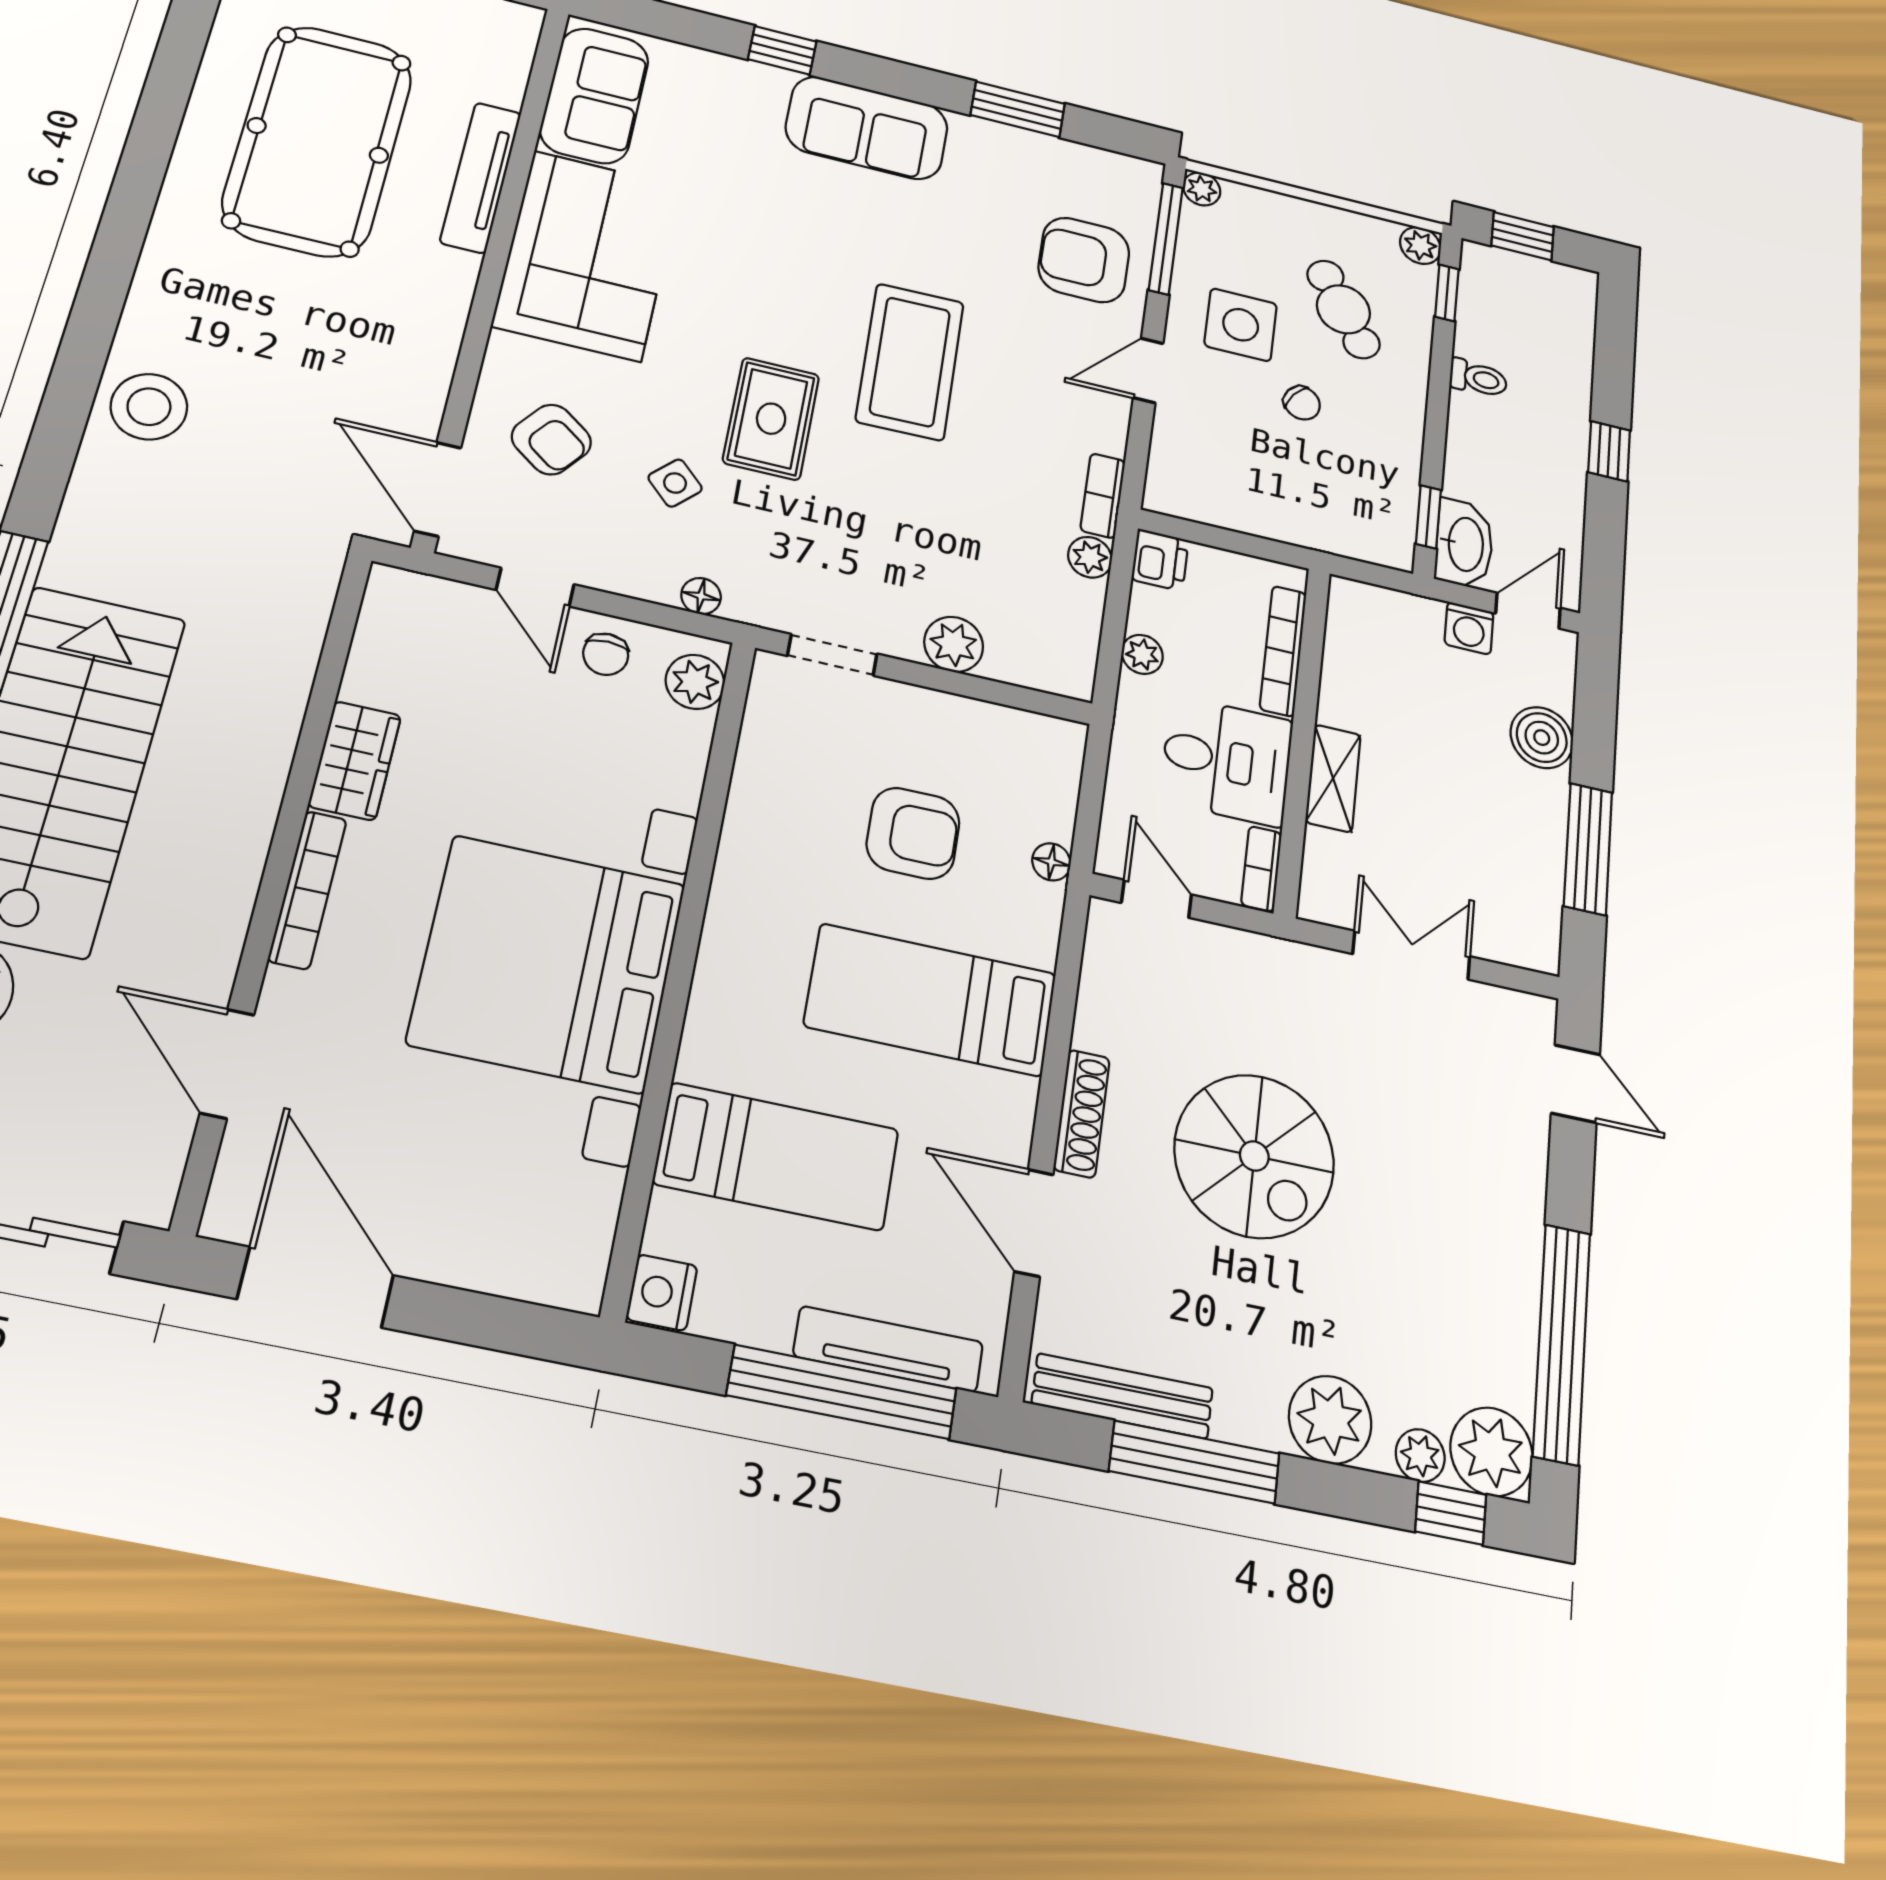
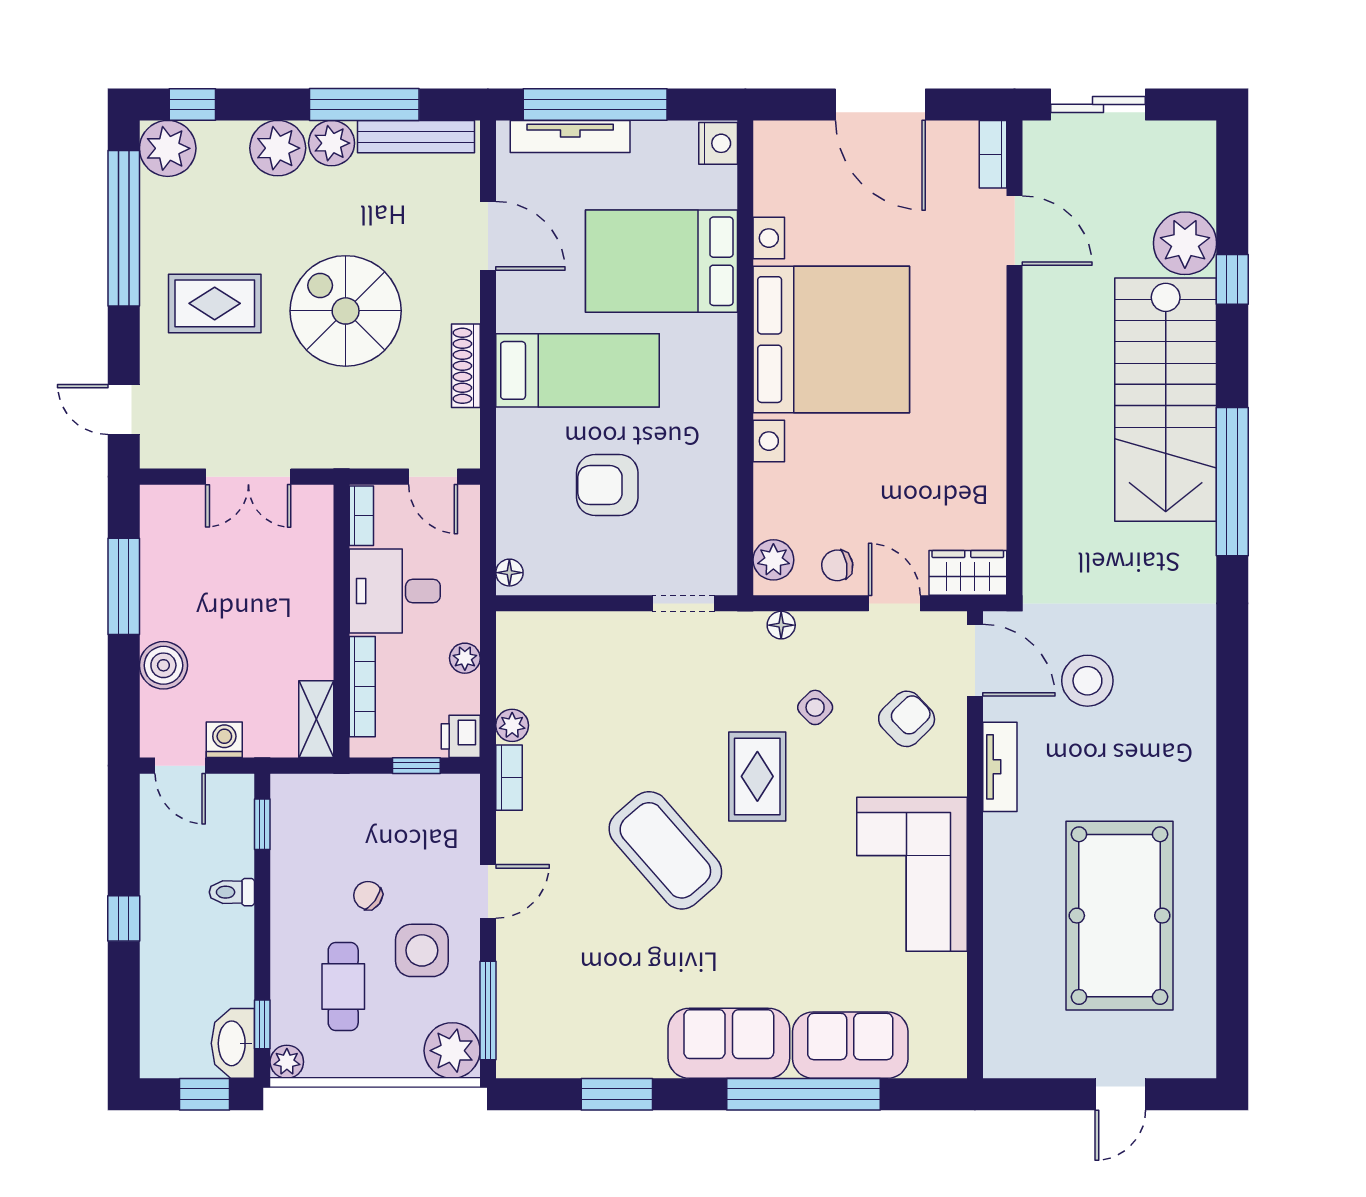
window: (782, 50) -> (804, 1094), width x3.17
sofa: (594, 95) -> (850, 1045), moved, turned 90
tv unit: (481, 177) -> (1000, 767), moved, width x0.71
plant: (1202, 189) -> (452, 1051), width x1.87, depth x1.87
armchair: (1084, 260) -> (548, 974), removed
cafe table: (1343, 309) -> (343, 986), turned 33
coffee table: (910, 362) -> (665, 850), turned -40
toilet: (1478, 378) -> (232, 892), moved
stool: (149, 407) -> (1087, 681), moved
armchair: (551, 440) -> (907, 719), turned 99
window: (1223, 539) -> (416, 766), added
washbasin: (1464, 544) -> (233, 1043), moved
door: (1528, 611) -> (180, 766), hinge flipped
plant: (954, 644) -> (600, 632), removed
chair: (606, 654) -> (837, 565), turned -100
wardrobe: (355, 761) -> (968, 573), moved, turned 90
shelving: (1333, 778) -> (316, 719), moved
floor lamp: (1051, 862) -> (509, 573), moved
bookcase: (307, 890) -> (993, 154), moved, width x0.64
shoe rack: (1082, 1114) -> (466, 366), moved
bed: (777, 1157) -> (661, 261), width x1.50
rug: (1440, 1206) -> (215, 303), added
door: (316, 1287) -> (880, 104), moved
plant: (1420, 1455) -> (332, 143), moved, width x1.38, depth x1.38

